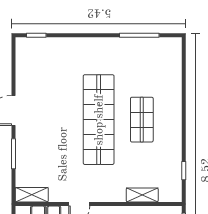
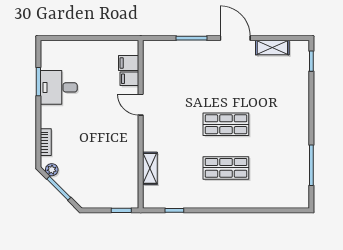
shop shelf: (99, 120) -> (226, 124), width x0.50, depth x0.74
shelving: (32, 195) -> (272, 48), moved, turned 90

